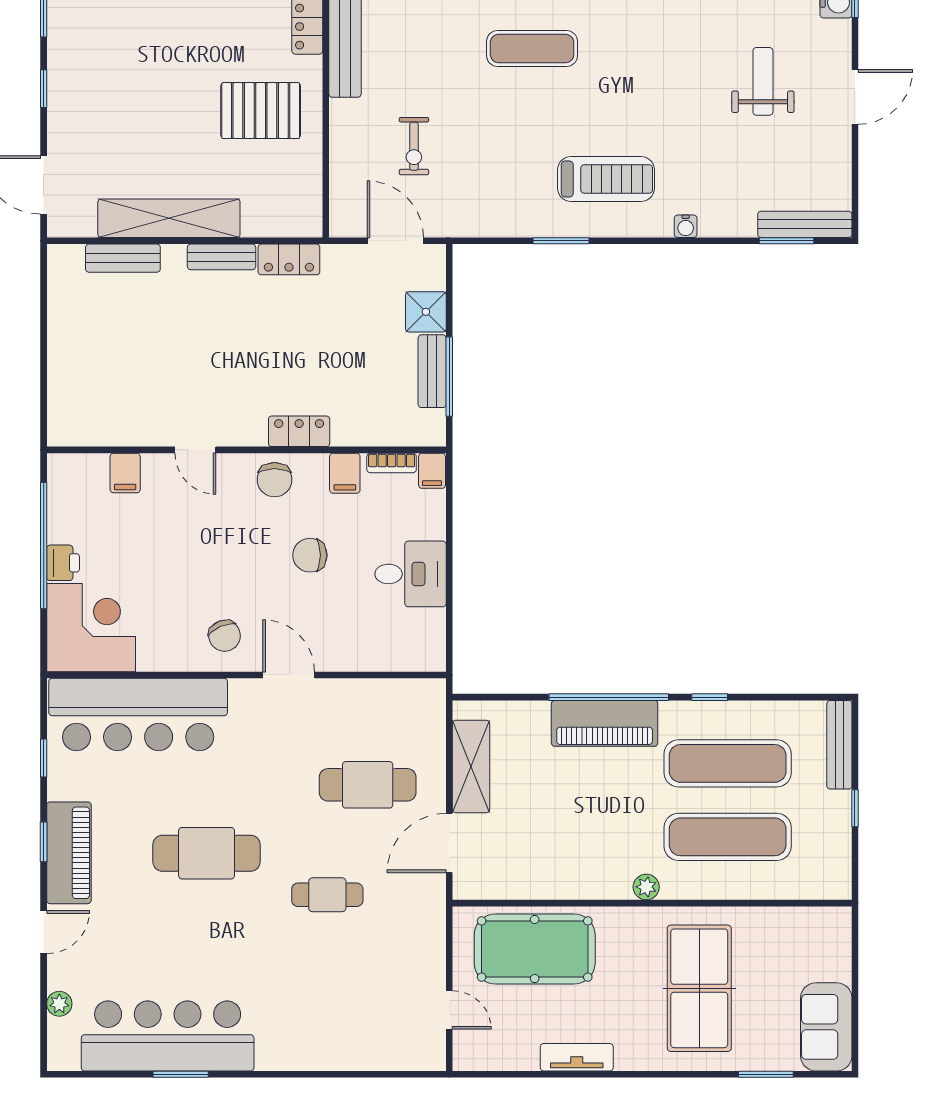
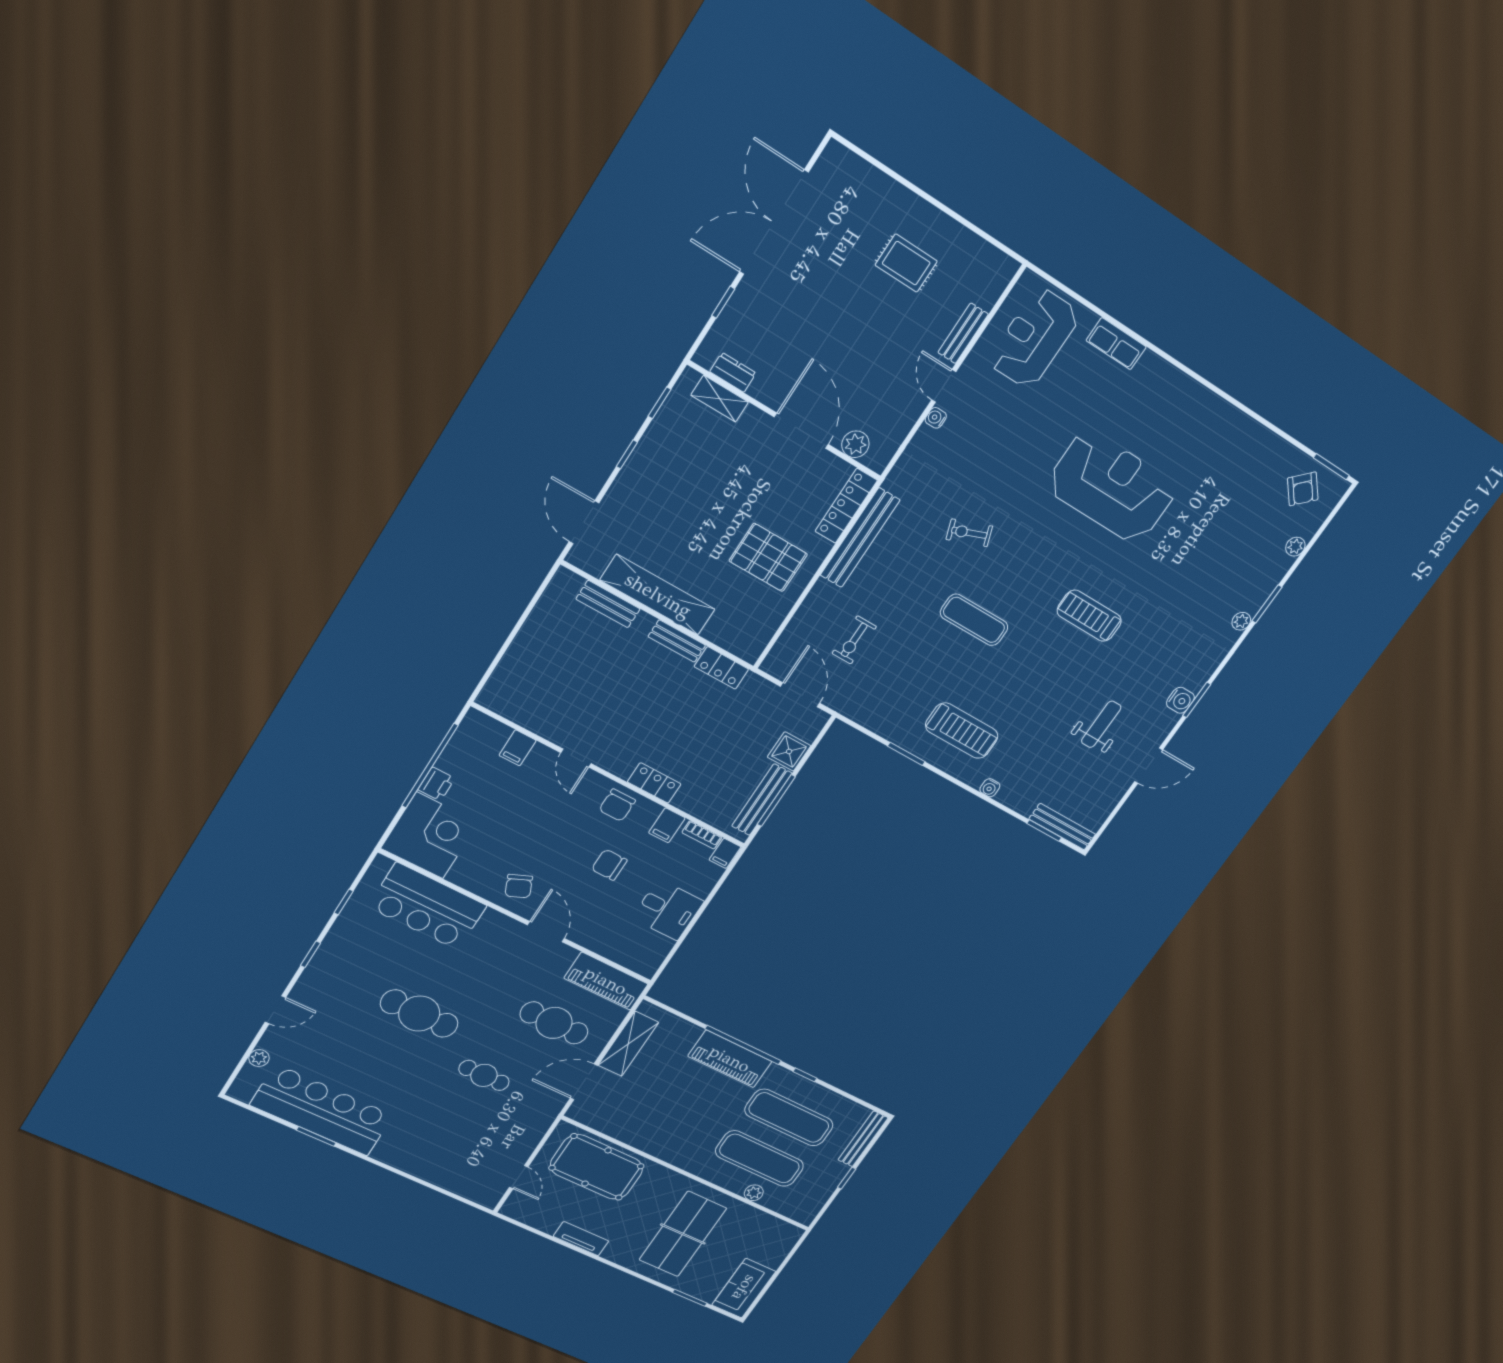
bench: (432, 371) -> (762, 800), width x1.36
bar counter: (138, 714) -> (427, 906), width x0.73
piano: (69, 853) -> (606, 981), moved, turned 90
plant: (646, 887) -> (754, 1193), moved

